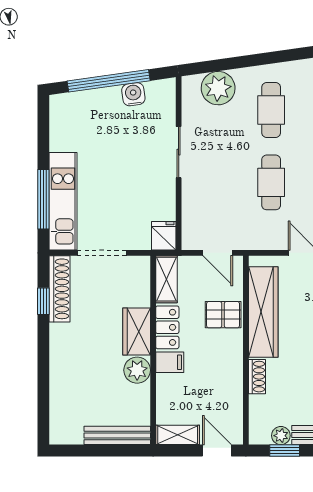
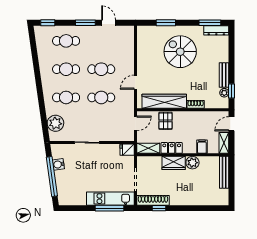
filing cabinet: (170, 362) -> (202, 147), moved

